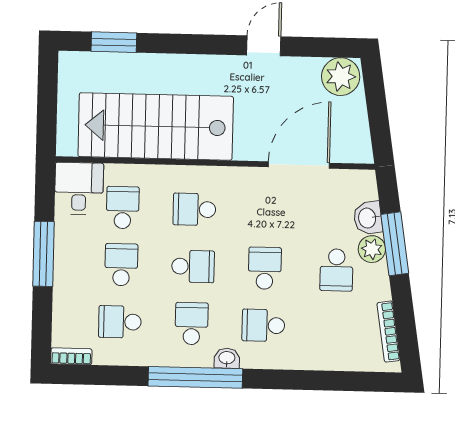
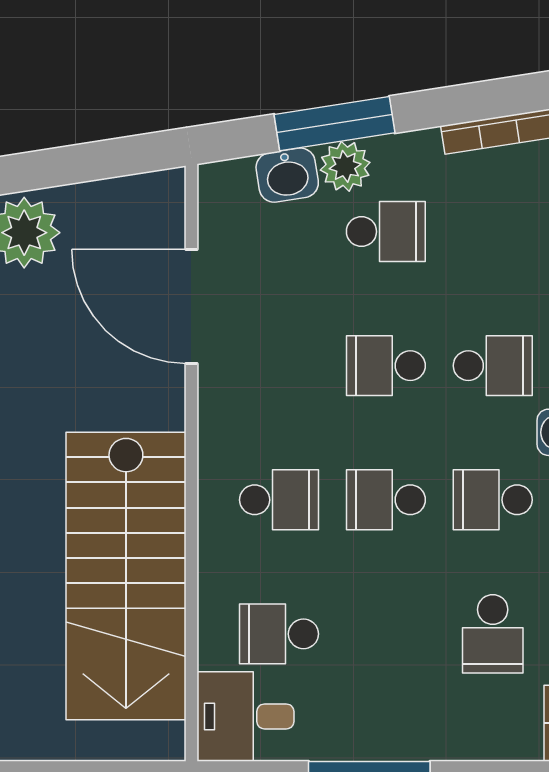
school desk: (194, 209) -> (279, 500), turned -90
school desk: (121, 265) -> (386, 634), removed
school desk: (193, 266) -> (386, 500), turned -90
school desk: (263, 325) -> (493, 366), turned -90

